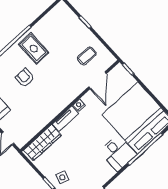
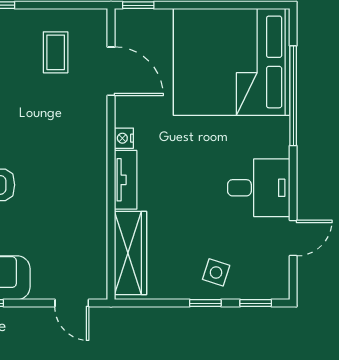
desk: (118, 153) -> (259, 188), moved

